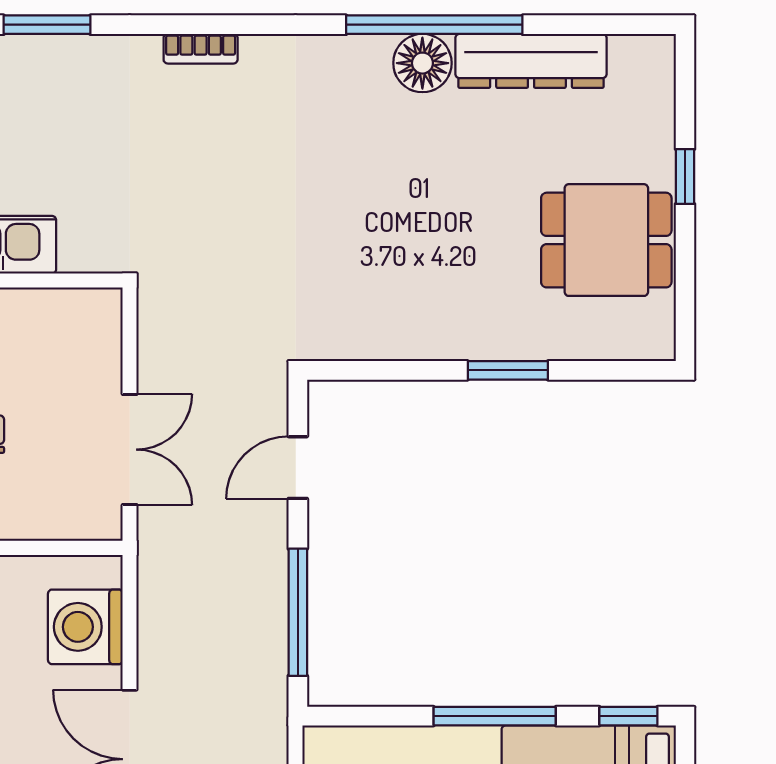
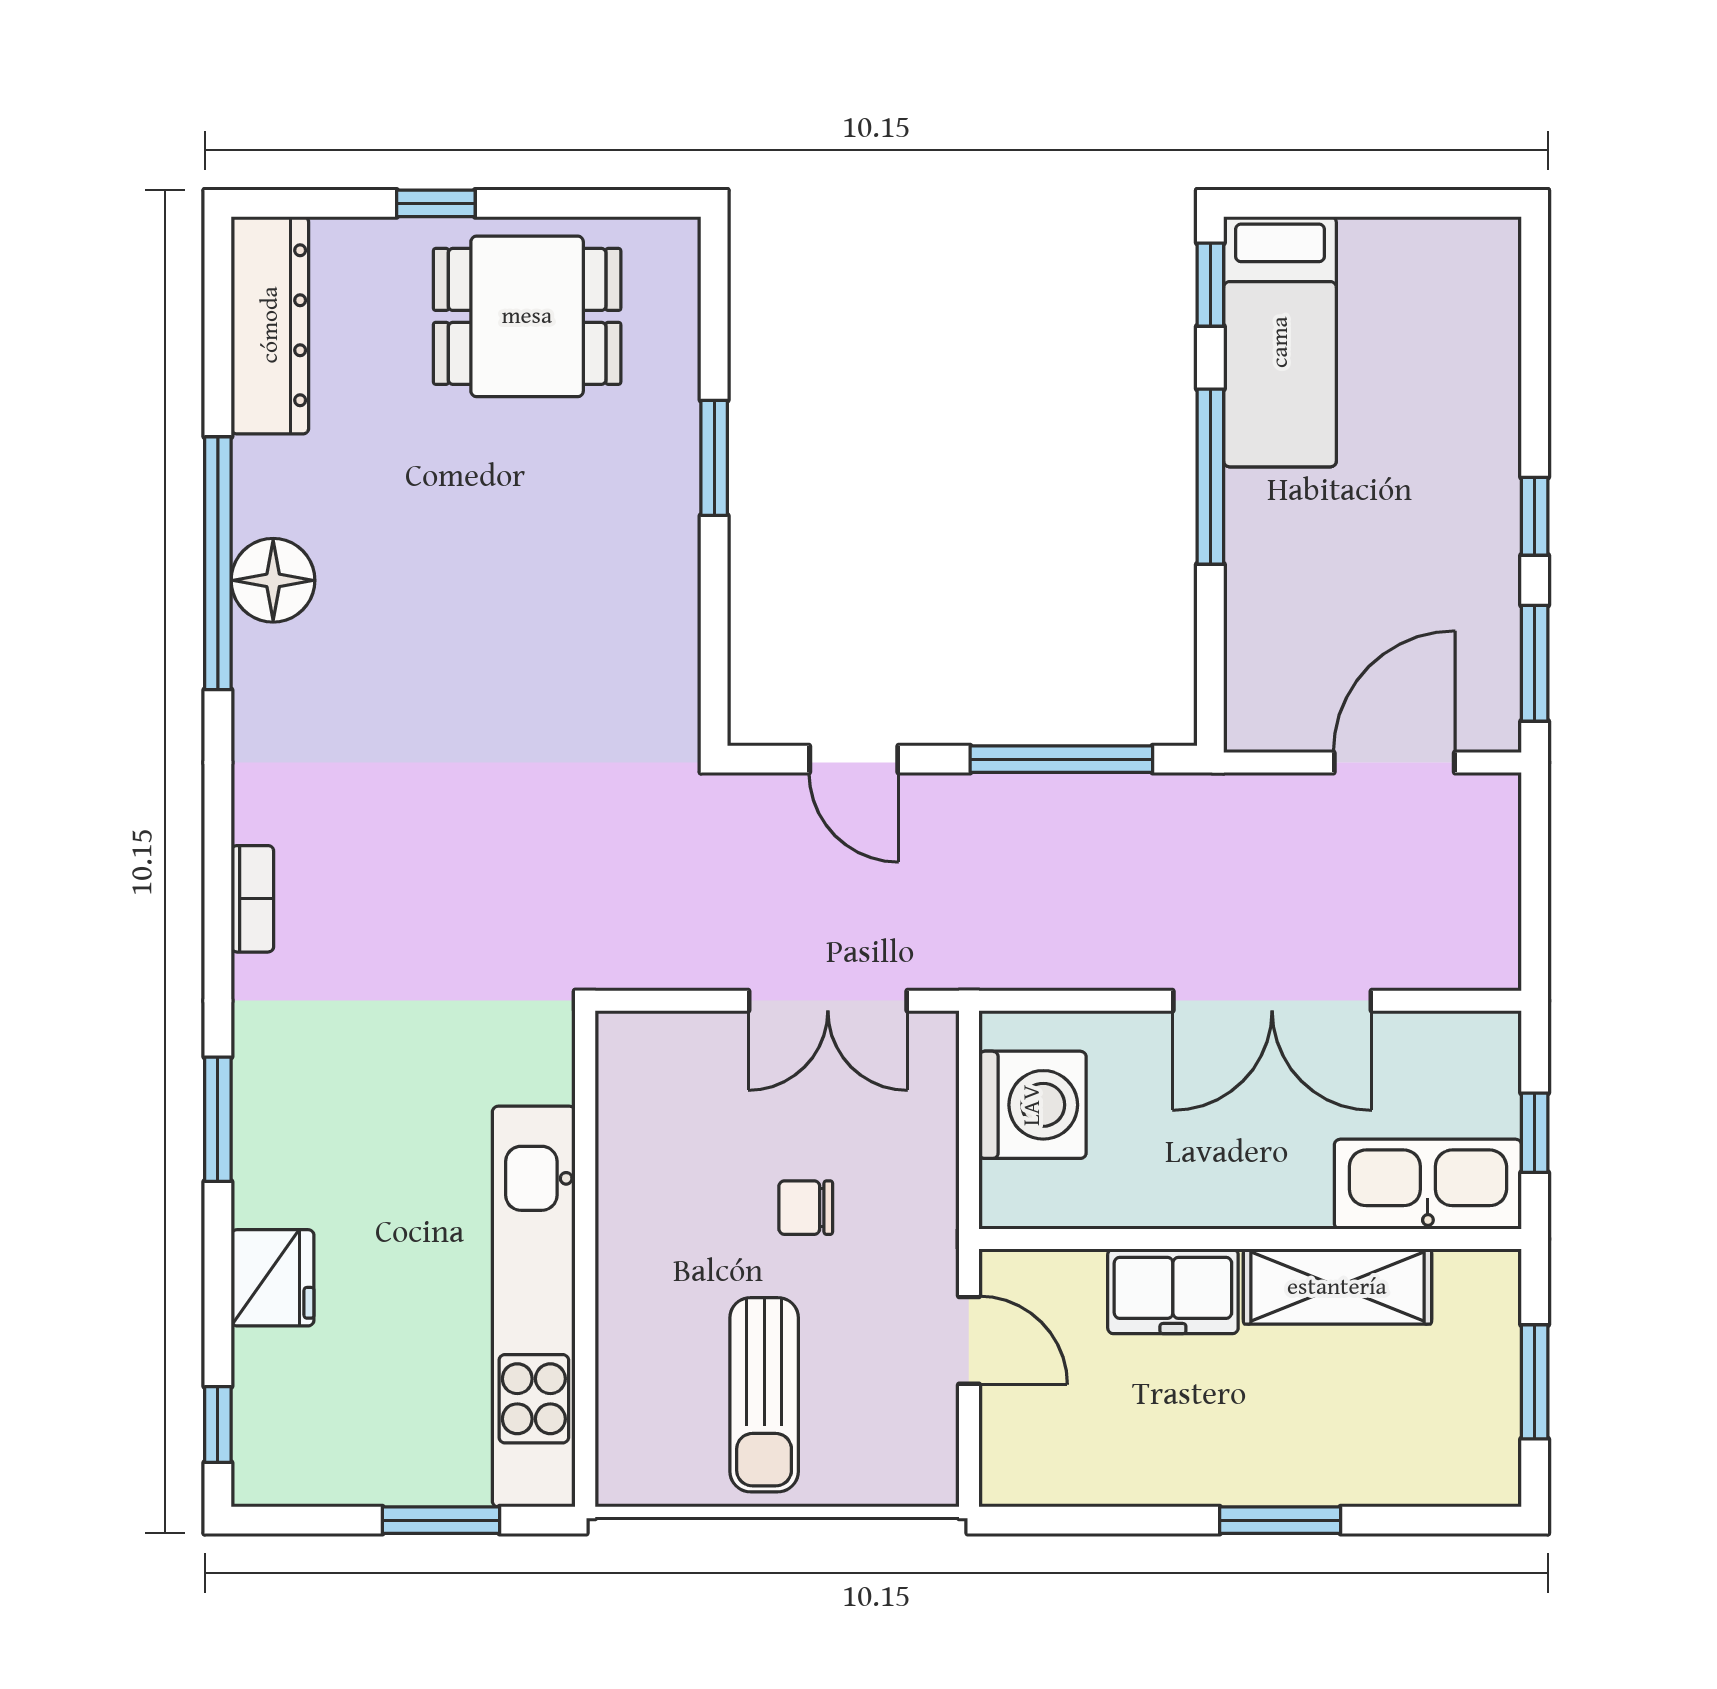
dresser: (531, 61) -> (270, 325), moved
dining table: (606, 240) -> (527, 316), turned 90
double door: (130, 450) -> (828, 1001), swing flipped
washing machine: (85, 627) -> (1032, 1105), moved, turned -90

